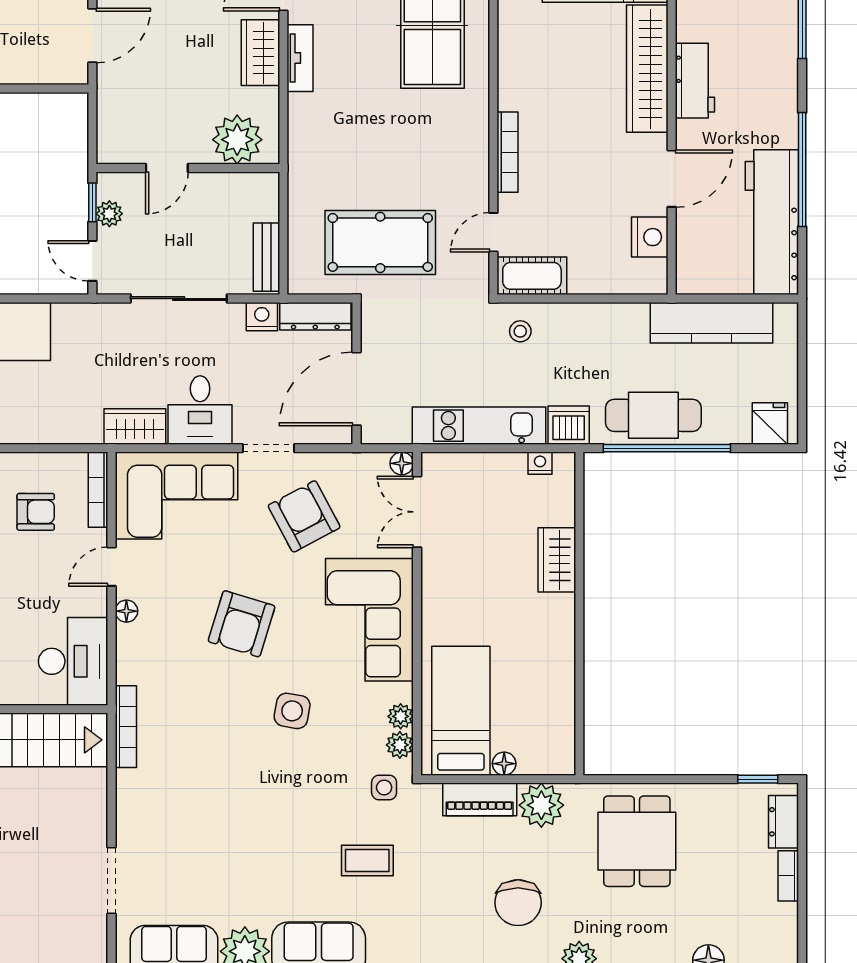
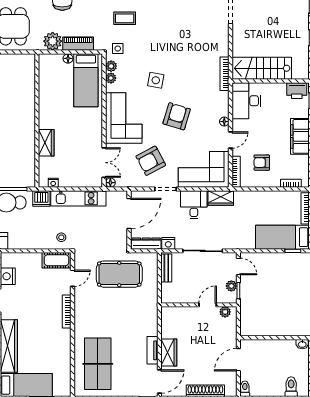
plant: (237, 140) -> (225, 312), moved, width x0.53, depth x0.53
armchair: (304, 516) -> (151, 161), turned 90

